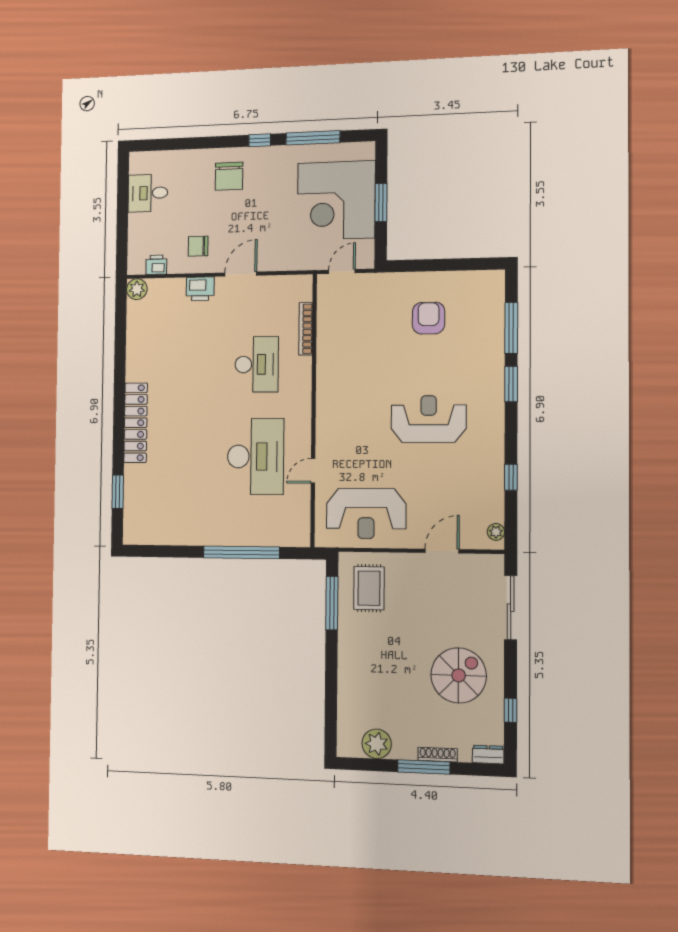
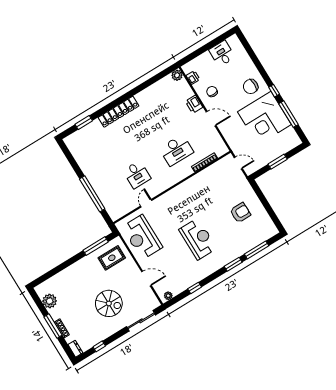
corner desk: (336, 200) -> (264, 118), moved, turned -90
desk: (256, 456) -> (137, 175), width x0.53, depth x0.77
door: (313, 471) -> (146, 203), hinge flipped
spiral stairs: (459, 675) -> (109, 303), moved

